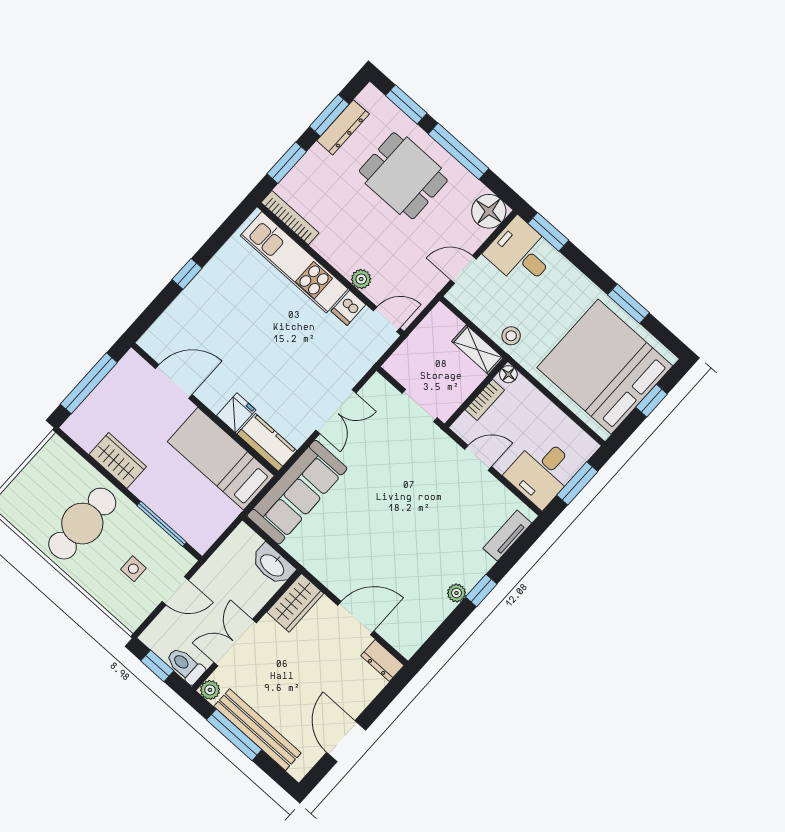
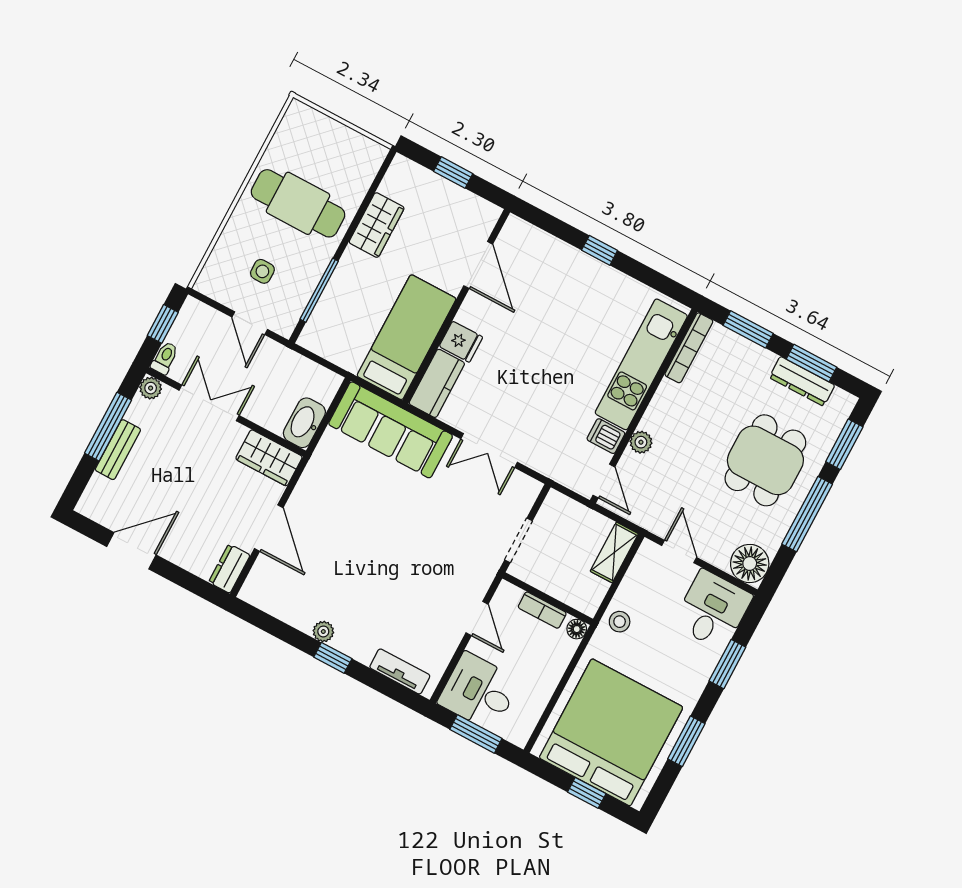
window: (548, 232) -> (727, 664), moved
shelving: (477, 350) -> (614, 552), moved
window: (89, 383) -> (453, 172), width x0.46
toilet: (185, 665) -> (165, 358), width x0.73, depth x0.72
bench: (257, 730) -> (118, 450), width x0.54, depth x0.82

